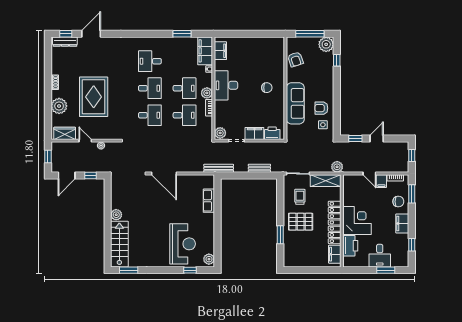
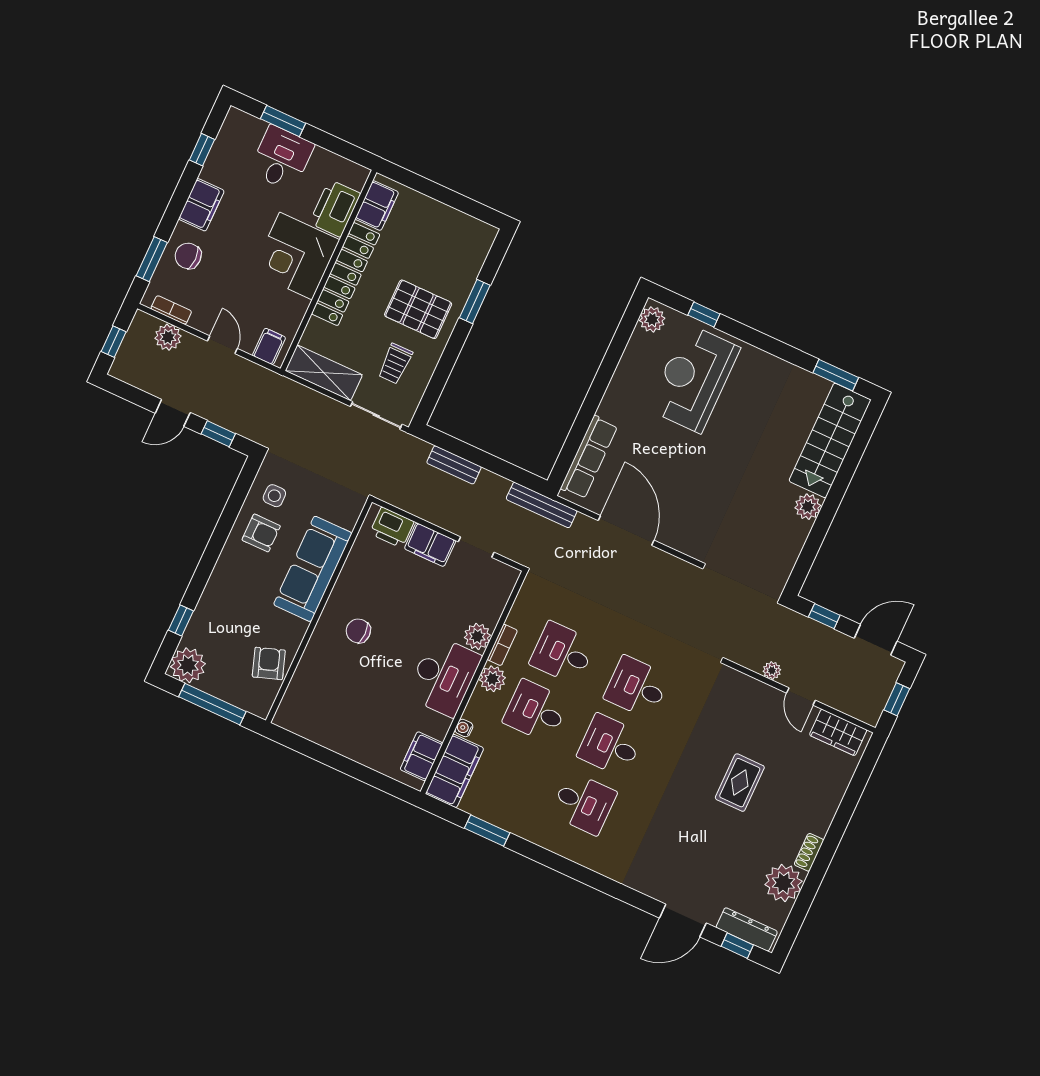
rug: (94, 97) -> (740, 783), width x0.54, depth x0.49
plant: (59, 106) -> (783, 883), moved
plant: (220, 133) -> (477, 636), moved
plant: (337, 167) -> (168, 337), moved
door: (164, 174) -> (626, 530), moved
filing cabinet: (381, 181) -> (269, 346), moved
row of seats: (209, 201) -> (589, 457), width x1.48

